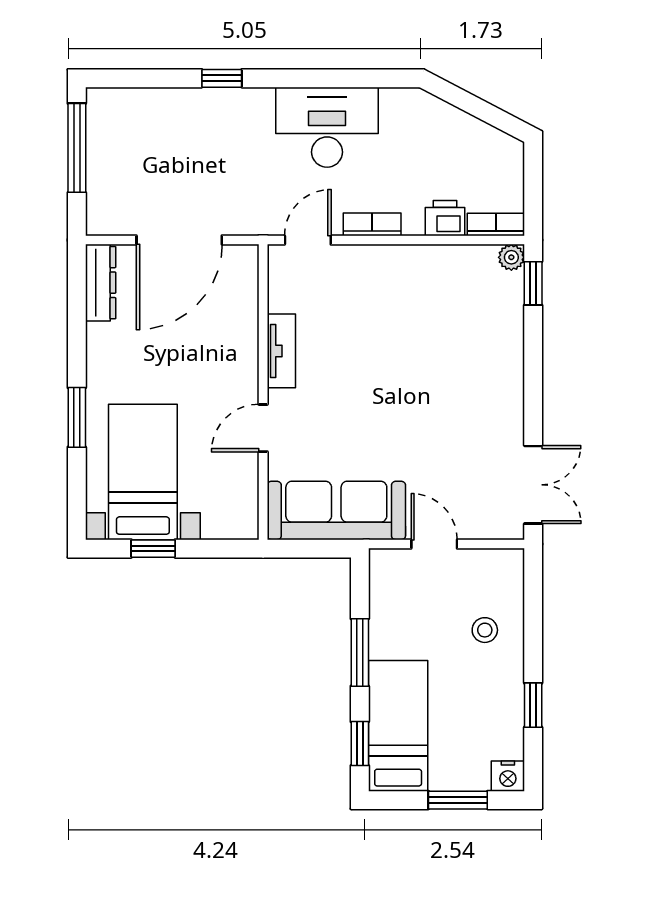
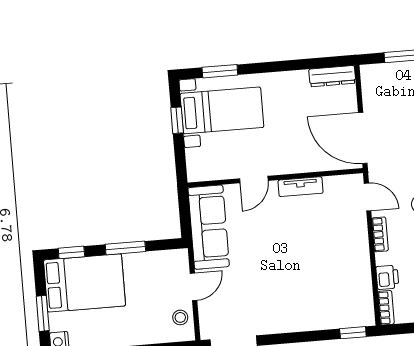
door: (179, 240) -> (363, 138), moved
plant: (511, 257) -> (367, 319), removed
window: (77, 417) -> (220, 71), moved
door: (263, 428) -> (254, 180), swing flipped
stool: (485, 630) -> (180, 317), moved
bed: (398, 726) -> (85, 283), width x1.50

